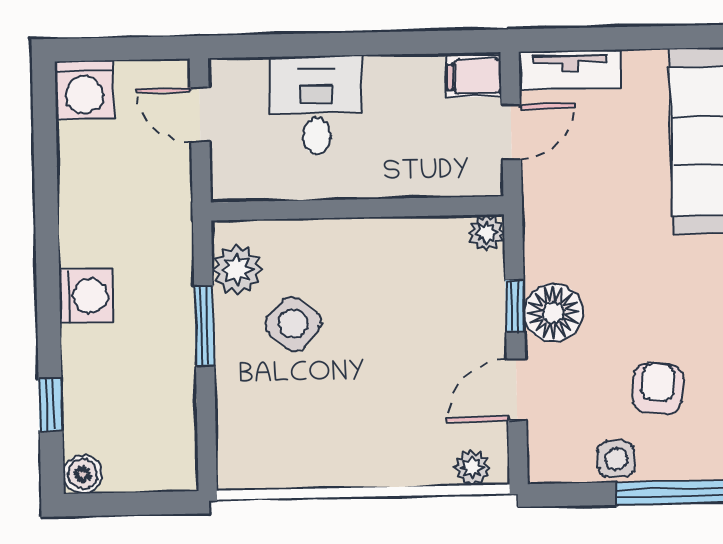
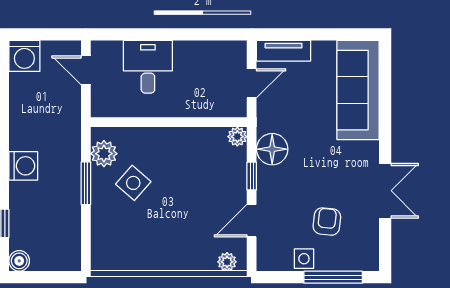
filing cabinet: (474, 76) -> (232, 53), removed
floor lamp: (553, 313) -> (272, 149), moved

